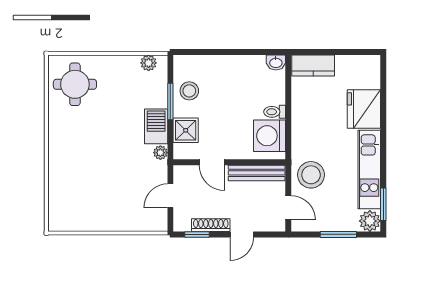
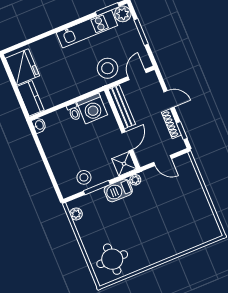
fridge: (364, 109) -> (22, 67), moved, turned -90
shower: (186, 130) -> (124, 164), moved

